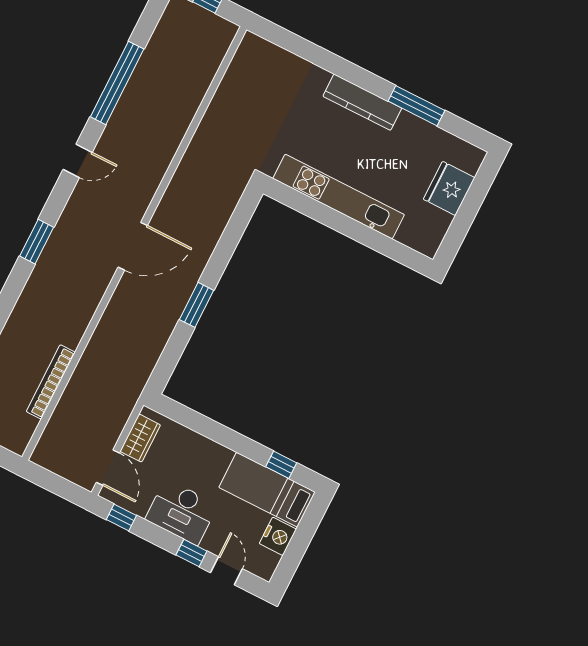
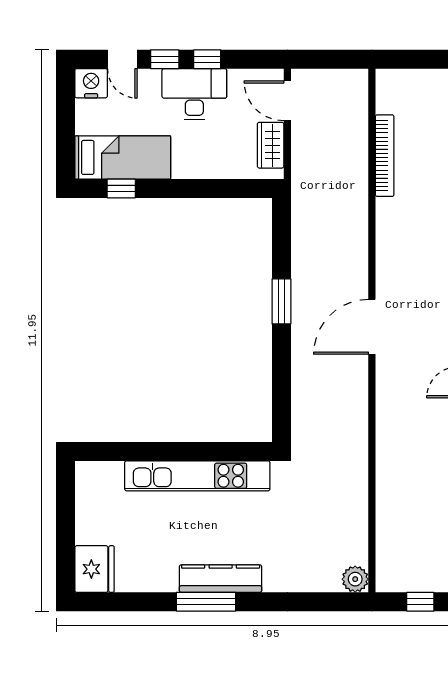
plant: (252, 46) -> (355, 579), added
window: (416, 106) -> (206, 602), moved
fridge: (449, 188) -> (95, 569), moved
window: (121, 517) -> (207, 59), moved
nightstand: (278, 536) -> (91, 83), moved, turned 90

